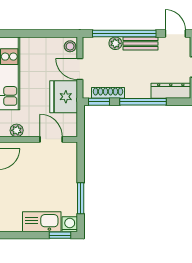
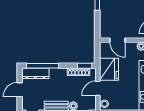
door: (80, 69) -> (98, 88), swing flipped
window: (143, 102) -> (43, 66), moved

